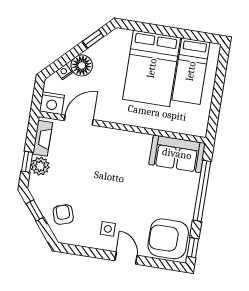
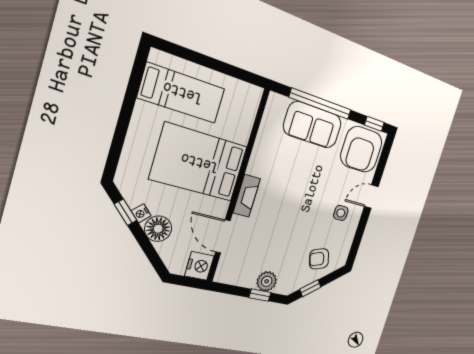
bed: (152, 68) -> (199, 163), moved, turned 180
nightstand: (64, 72) -> (141, 213), moved
fireplace: (43, 138) -> (247, 196), moved, turned 90
sofa: (177, 154) -> (313, 125), moved, turned 90

